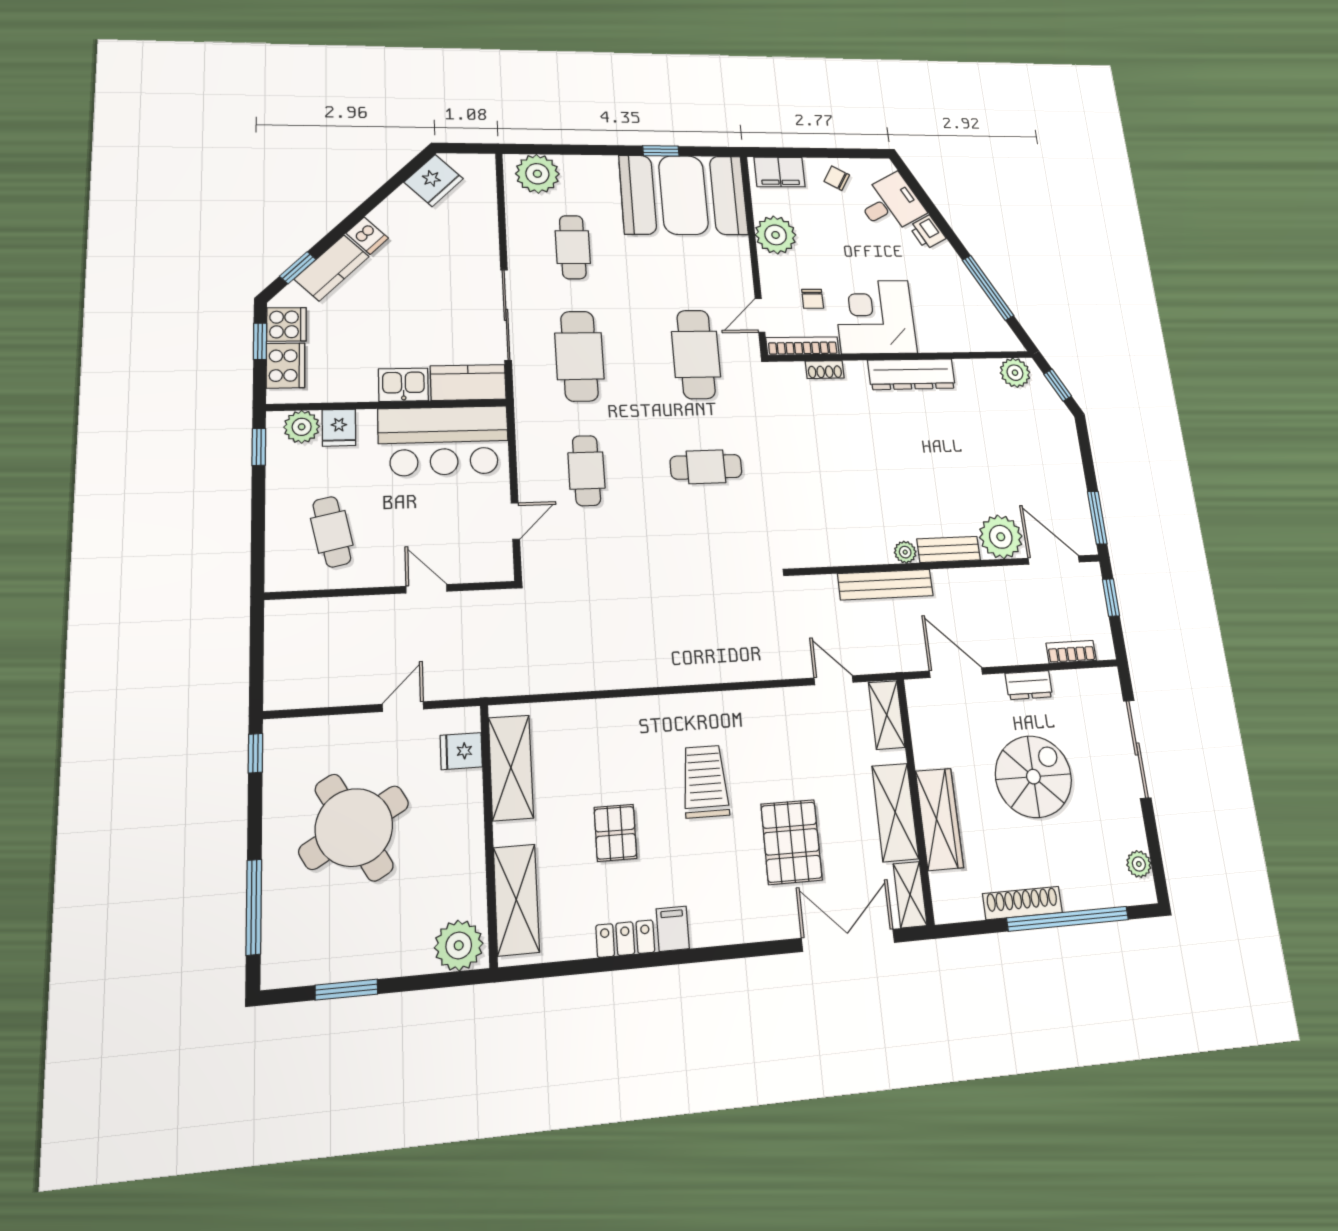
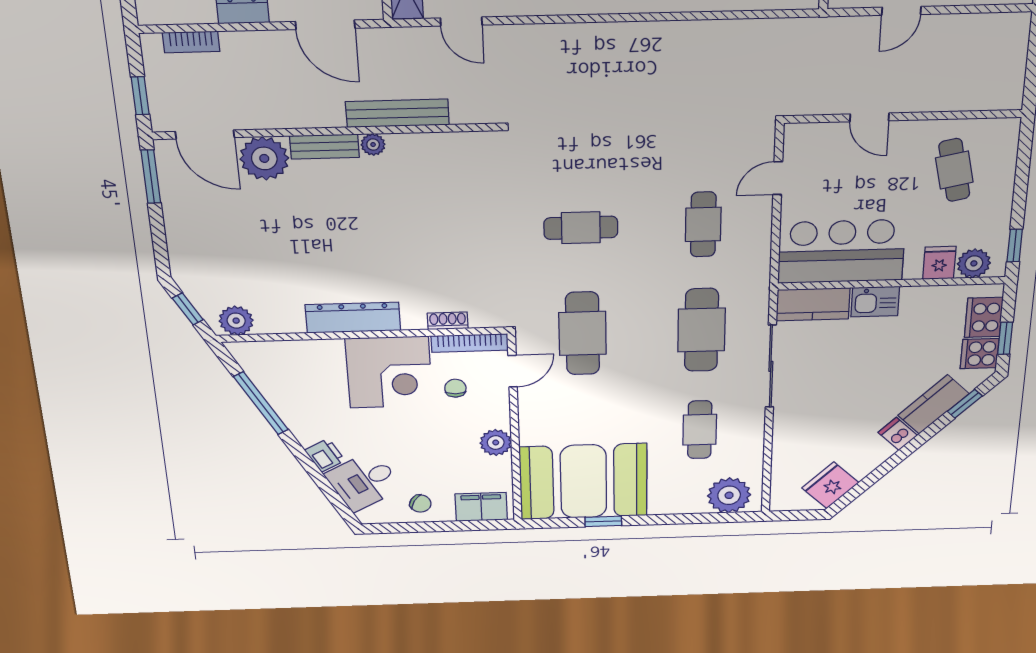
plant: (776, 235) -> (496, 443), width x0.73, depth x0.73

